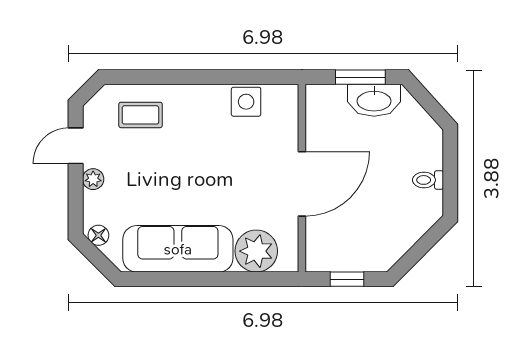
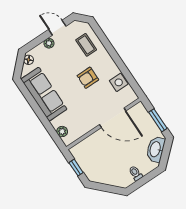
washbasin: (374, 100) -> (156, 149), moved, turned 48
armchair: (201, 151) -> (88, 78), added
door: (302, 184) -> (113, 118), moved
plant: (256, 251) -> (62, 131), width x0.53, depth x0.53

